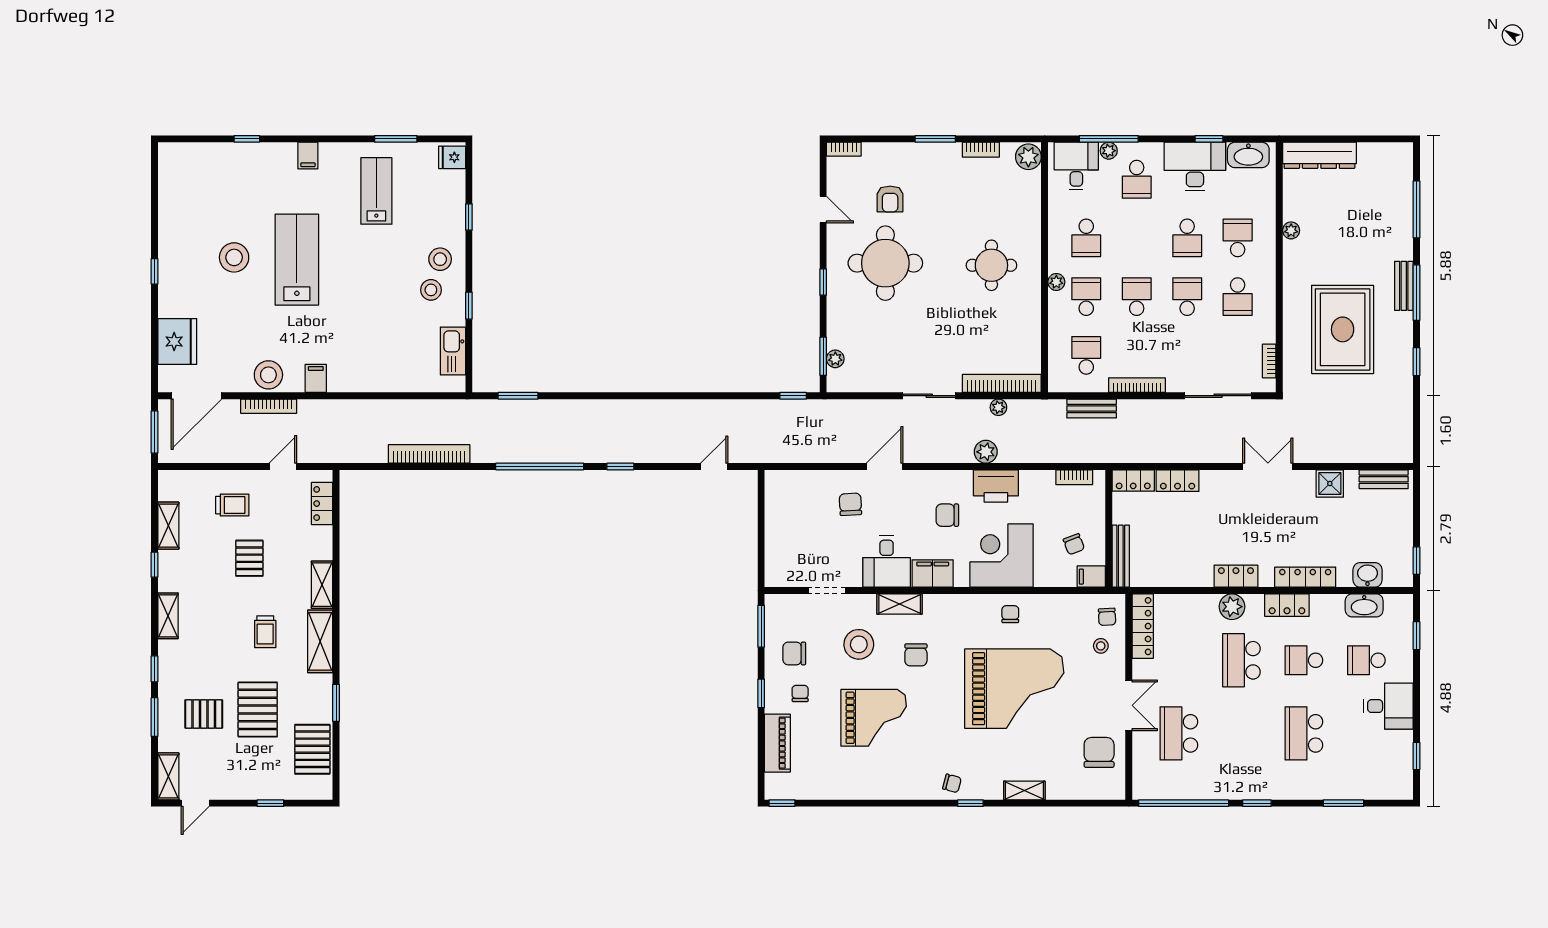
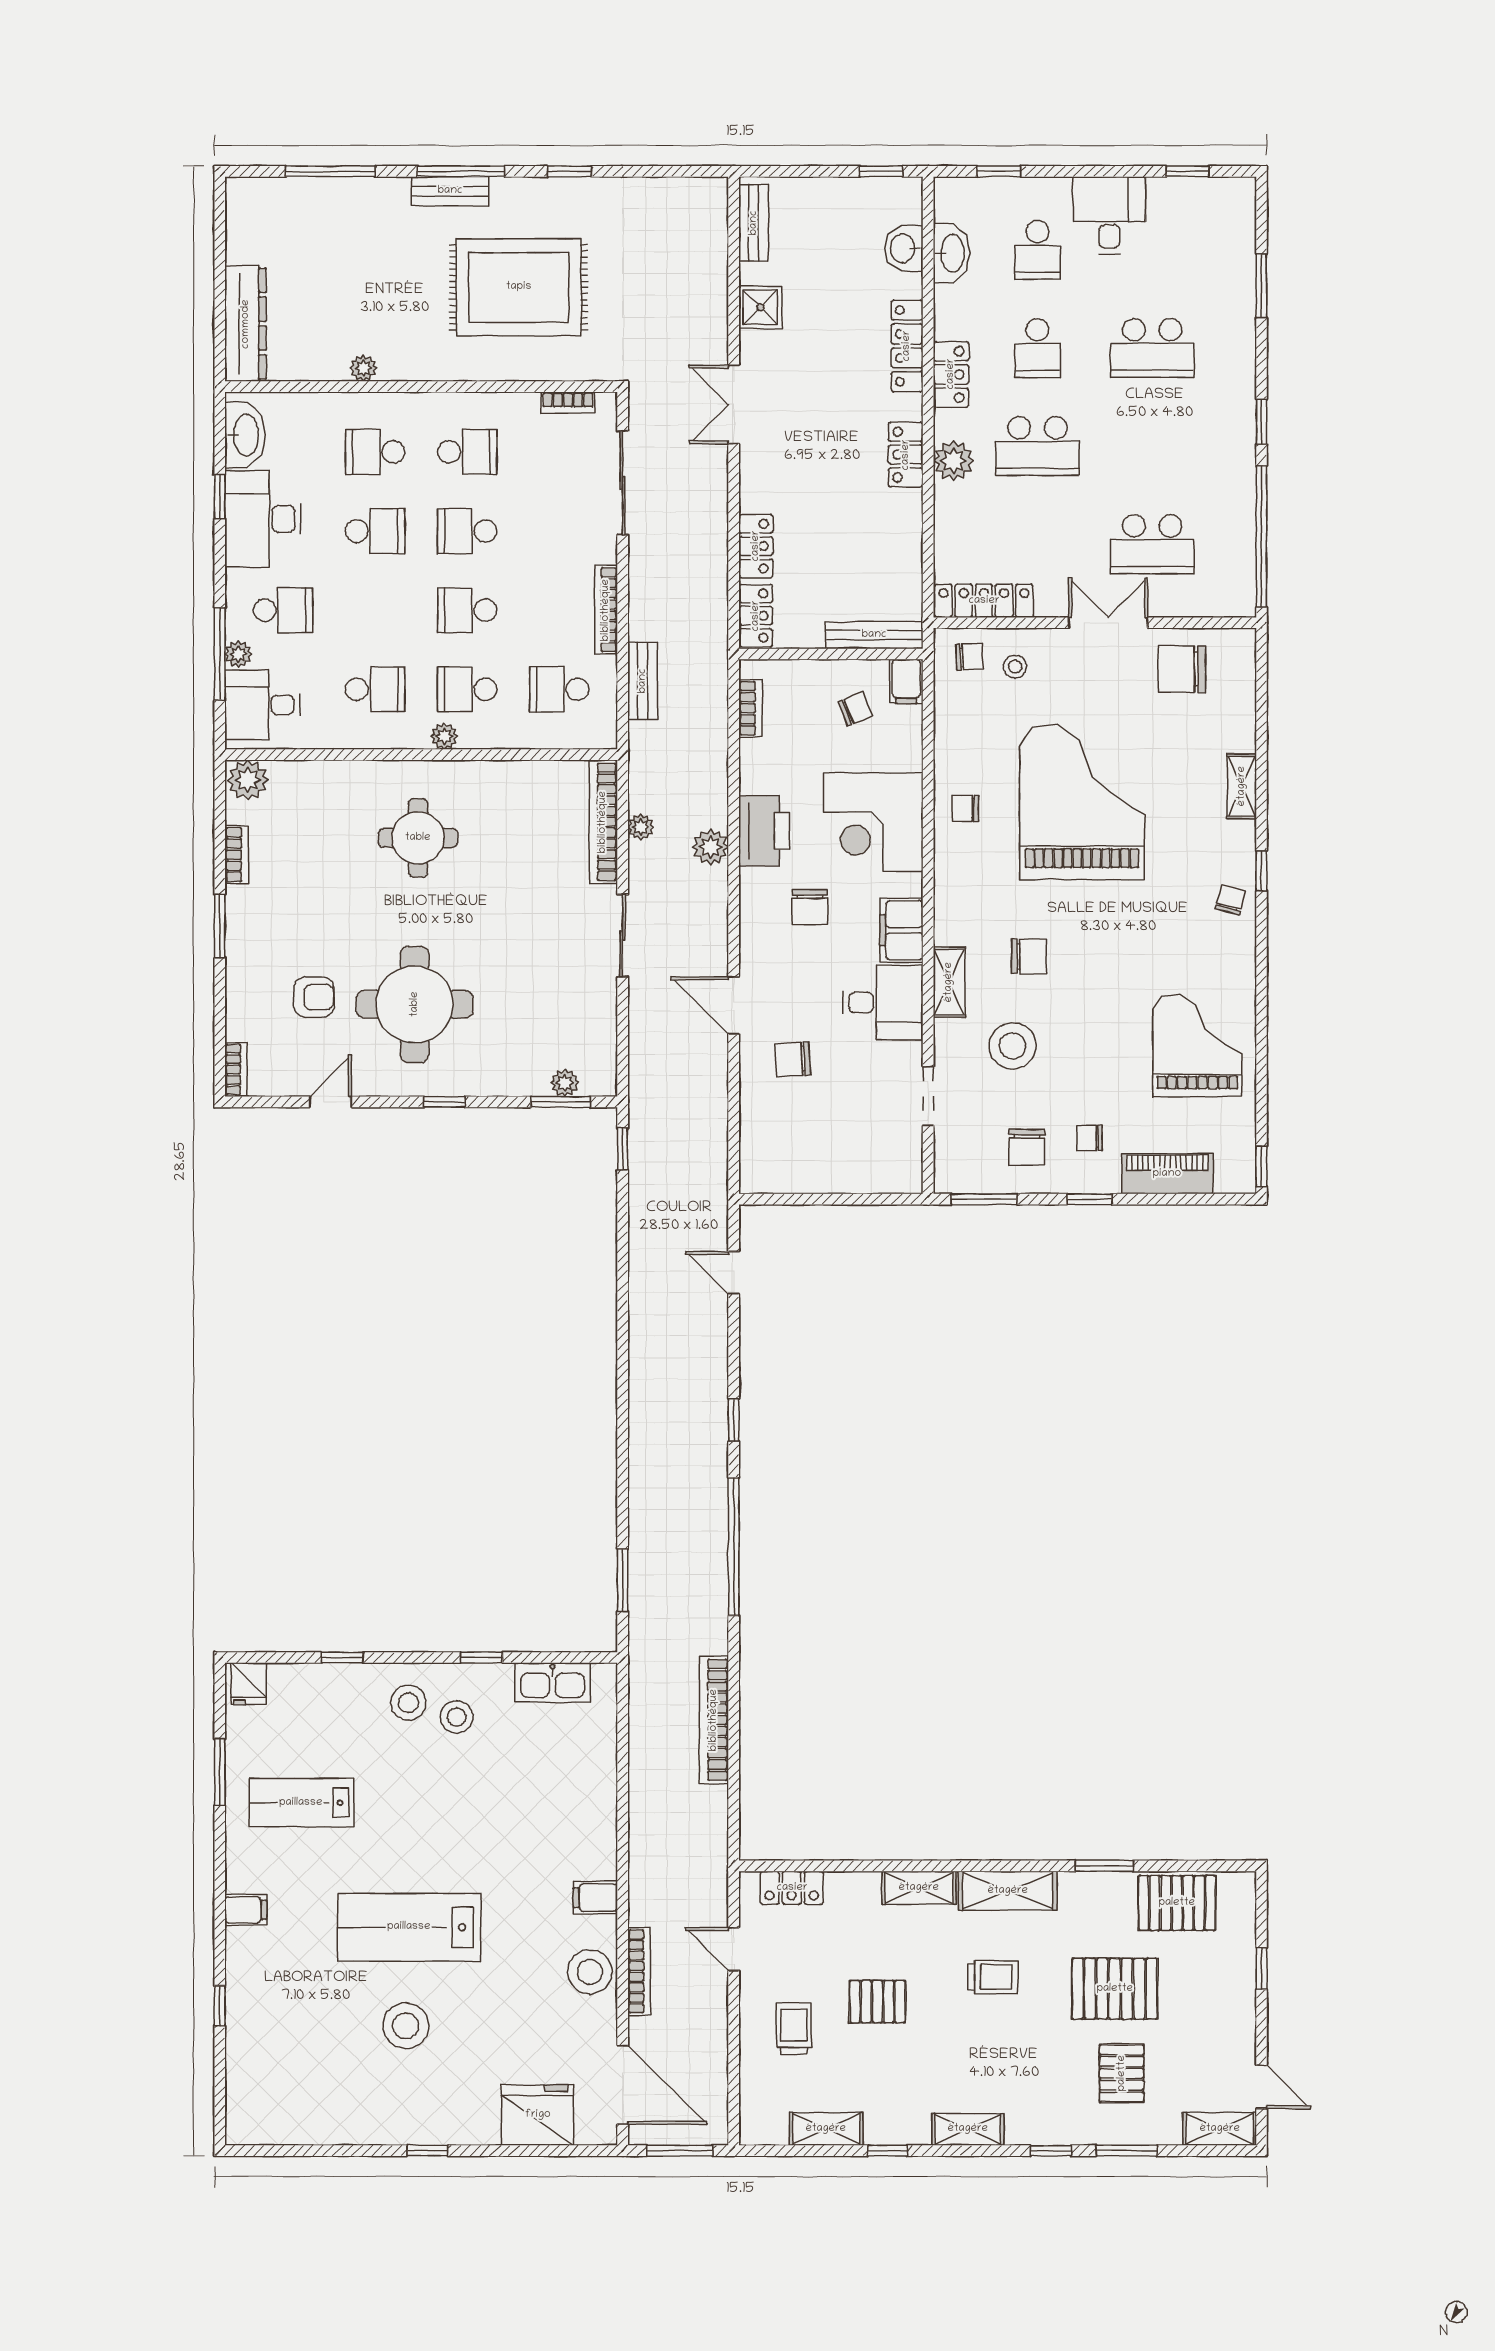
grand piano: (874, 718) -> (1197, 1046), moved

